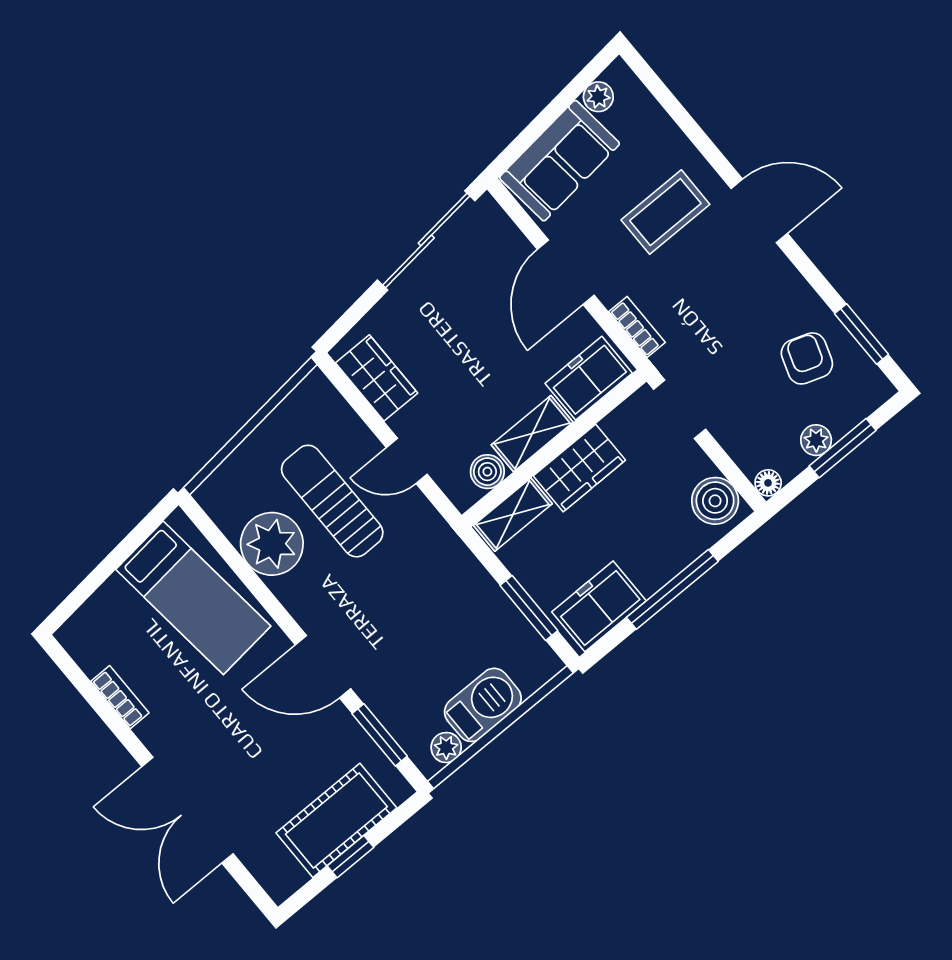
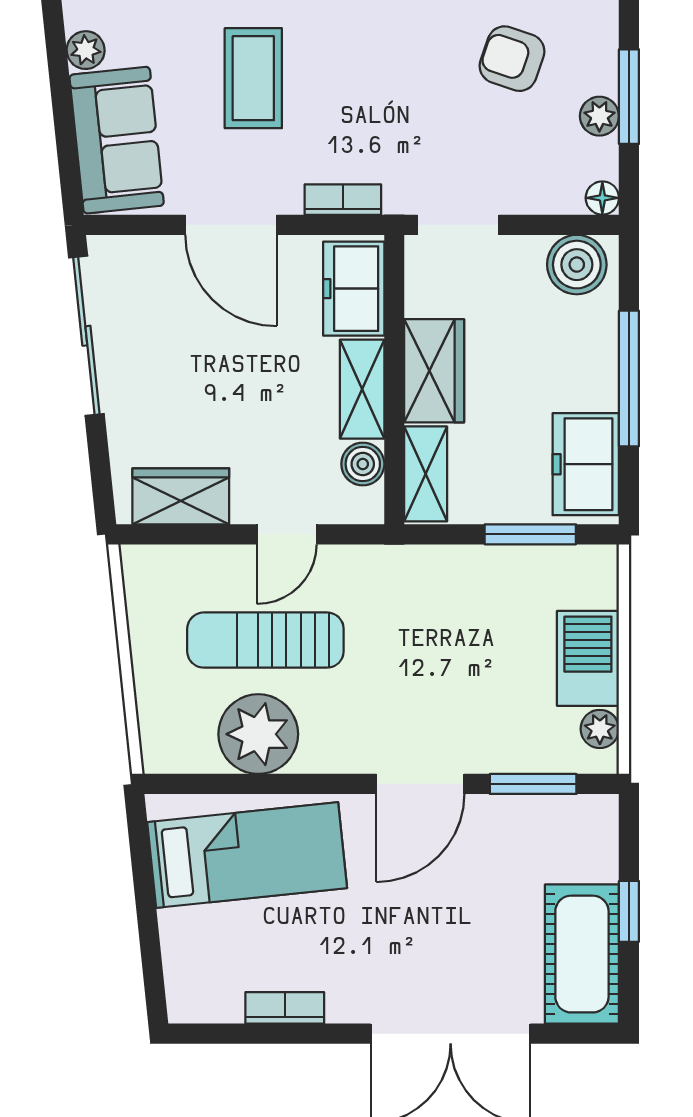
cot: (336, 820) -> (582, 954), moved

